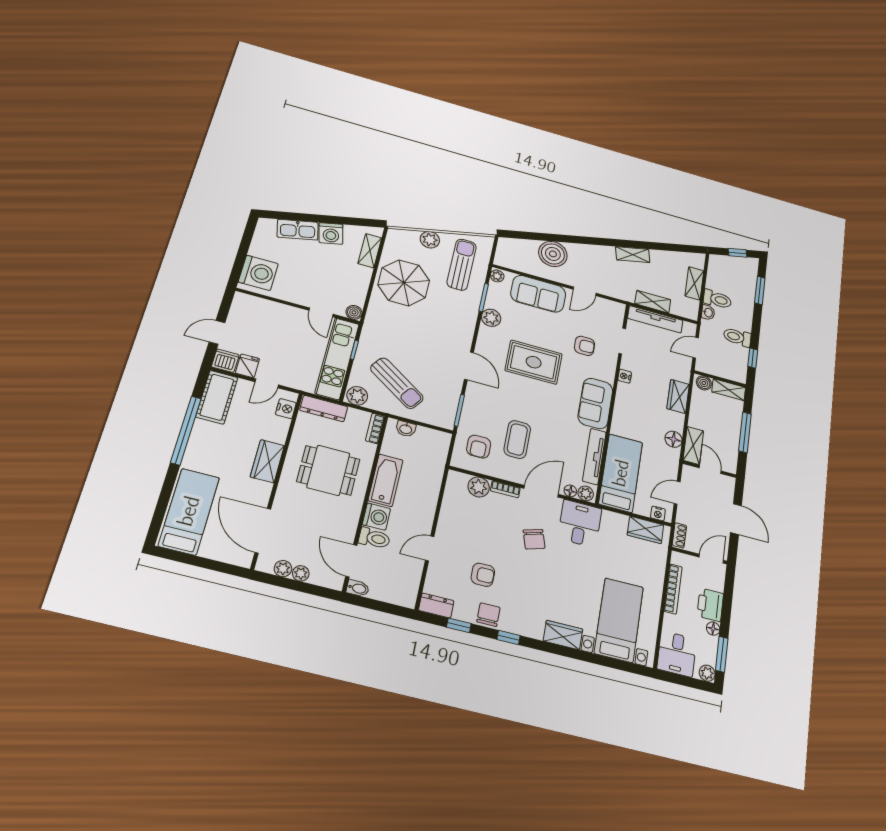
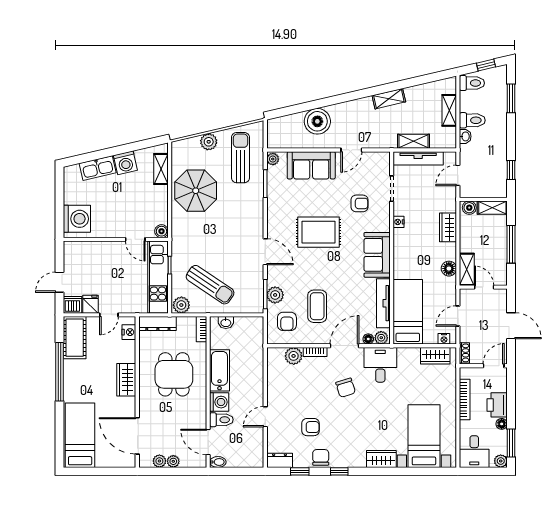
plant: (491, 318) -> (275, 295), moved
toilet: (737, 337) -> (472, 83), moved, turned 180
dining table: (328, 470) -> (174, 374), turned 90

